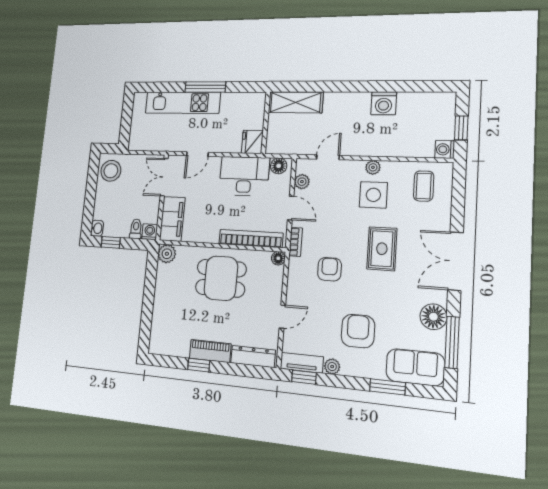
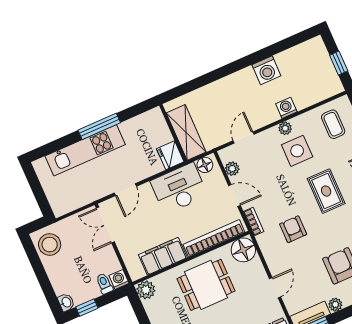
shelving: (296, 102) -> (186, 132), moved, turned 90
washing machine: (445, 149) -> (286, 108), moved, turned 90
filing cabinet: (172, 219) -> (163, 256), moved, turned -90
floor lamp: (278, 258) -> (243, 250), width x1.89, depth x1.89

